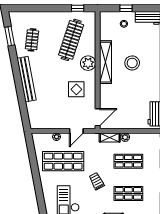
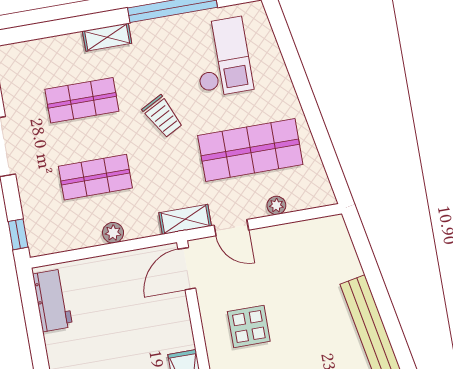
door: (76, 131) -> (231, 228), swing flipped
shelving: (110, 137) -> (185, 219), moved

